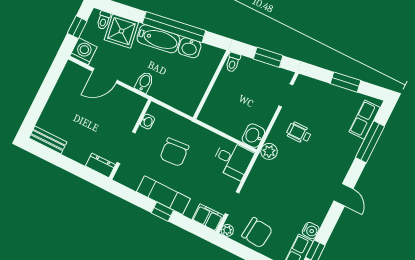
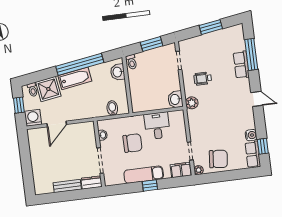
washbasin: (190, 48) -> (118, 72), moved, turned 99
bidet: (144, 82) -> (112, 108), moved
row of seats: (365, 120) -> (241, 65), moved
bench: (48, 140) -> (67, 186), moved
chair: (174, 152) -> (133, 143), turned -86
desk: (233, 160) -> (157, 126), moved, turned -90

